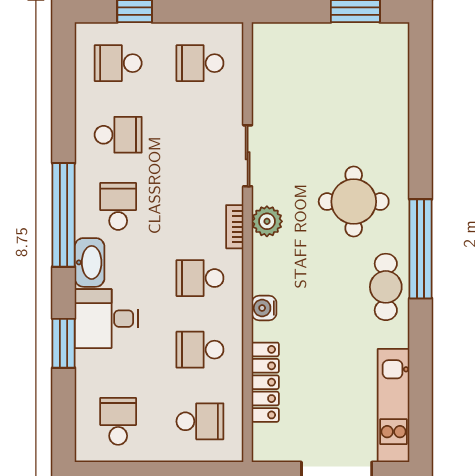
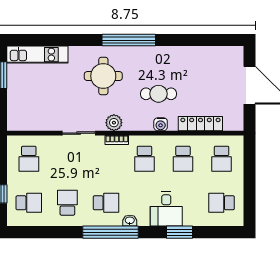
school desk: (118, 63) -> (29, 203), turned -90
school desk: (118, 206) -> (106, 203), turned 180
washbasin: (90, 262) -> (130, 221), width x0.52, depth x0.69
cafe table: (386, 287) -> (159, 94), moved
kitchen unit: (394, 406) -> (37, 55), moved
school desk: (200, 421) -> (222, 159), turned 180

